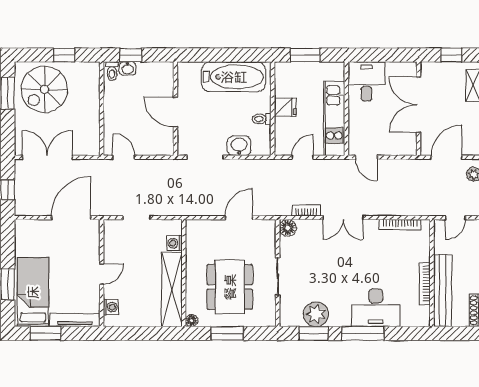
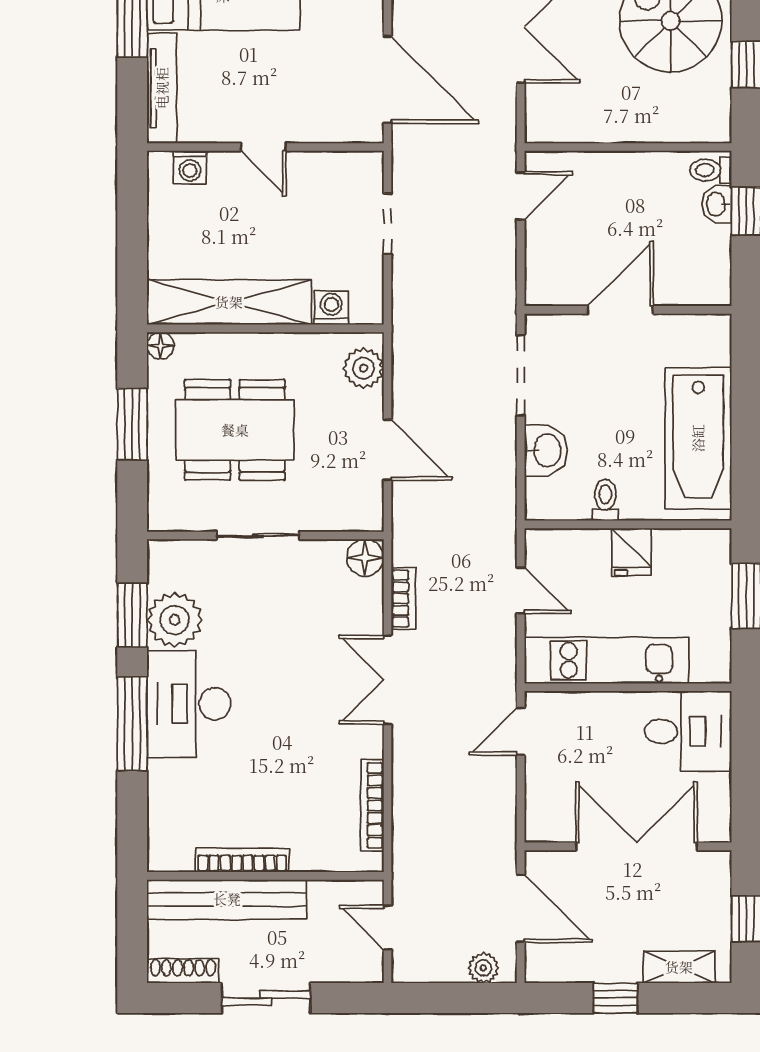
plant: (202, 229) -> (364, 368), added
desk: (376, 308) -> (189, 704), moved

